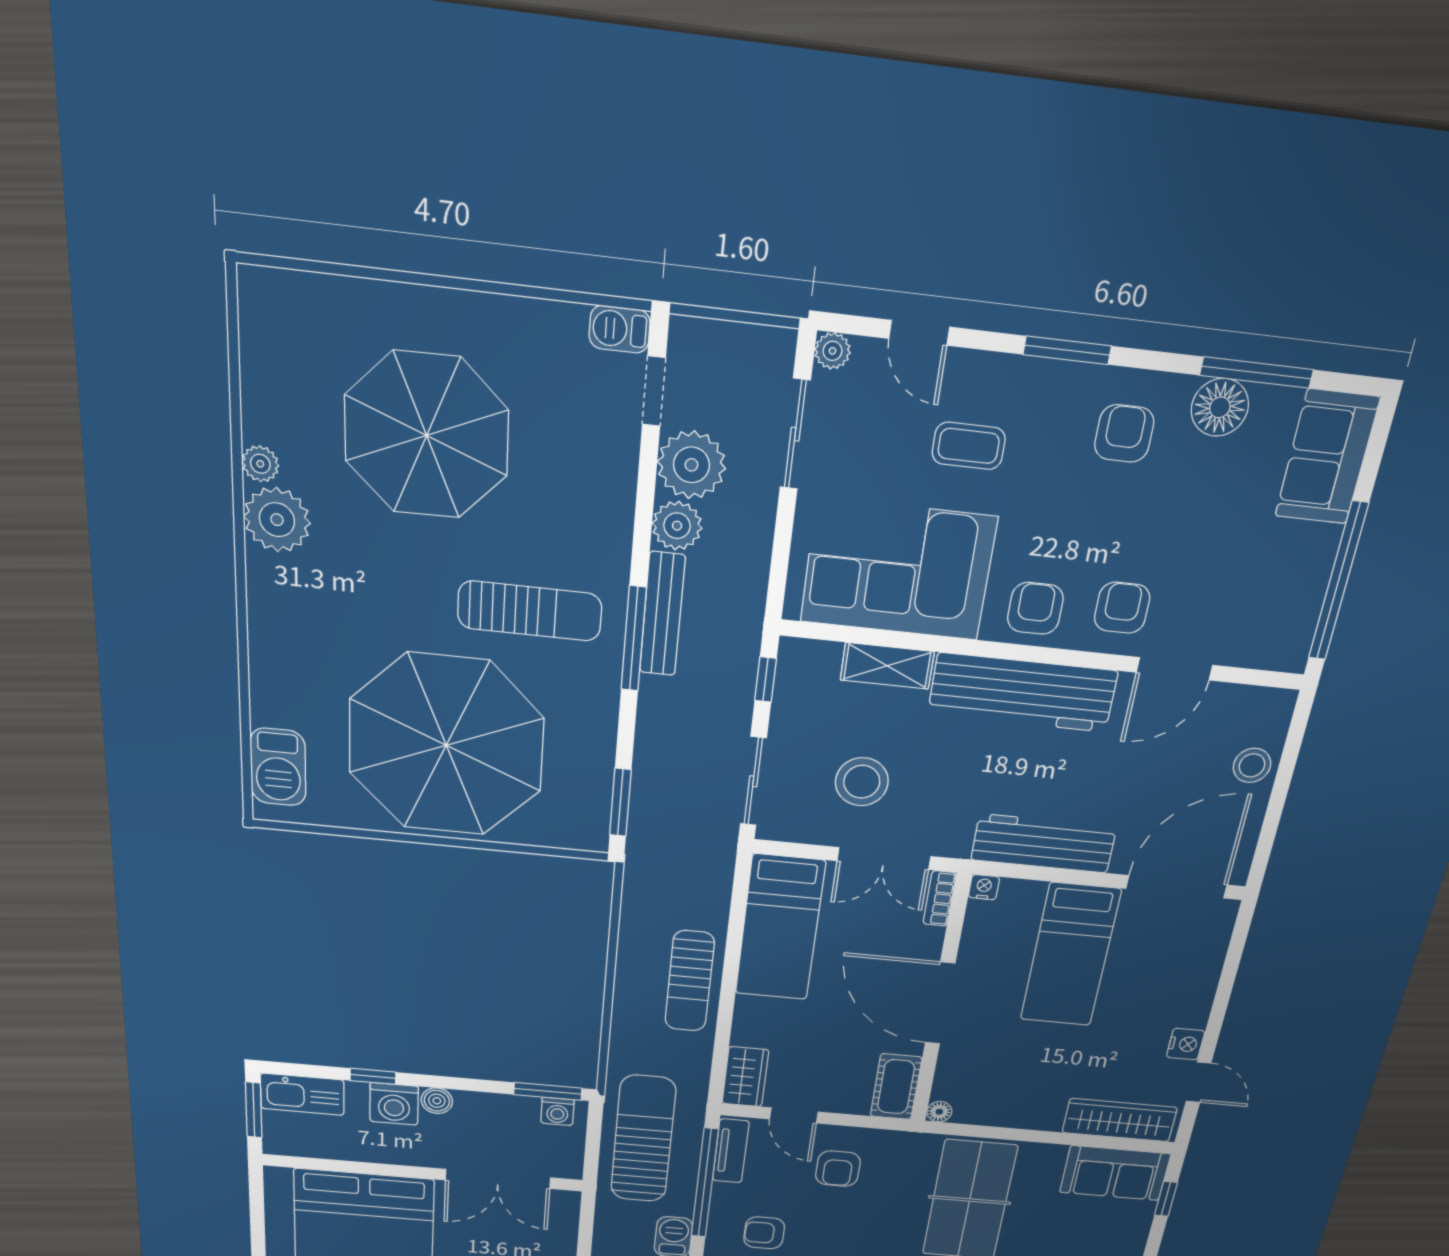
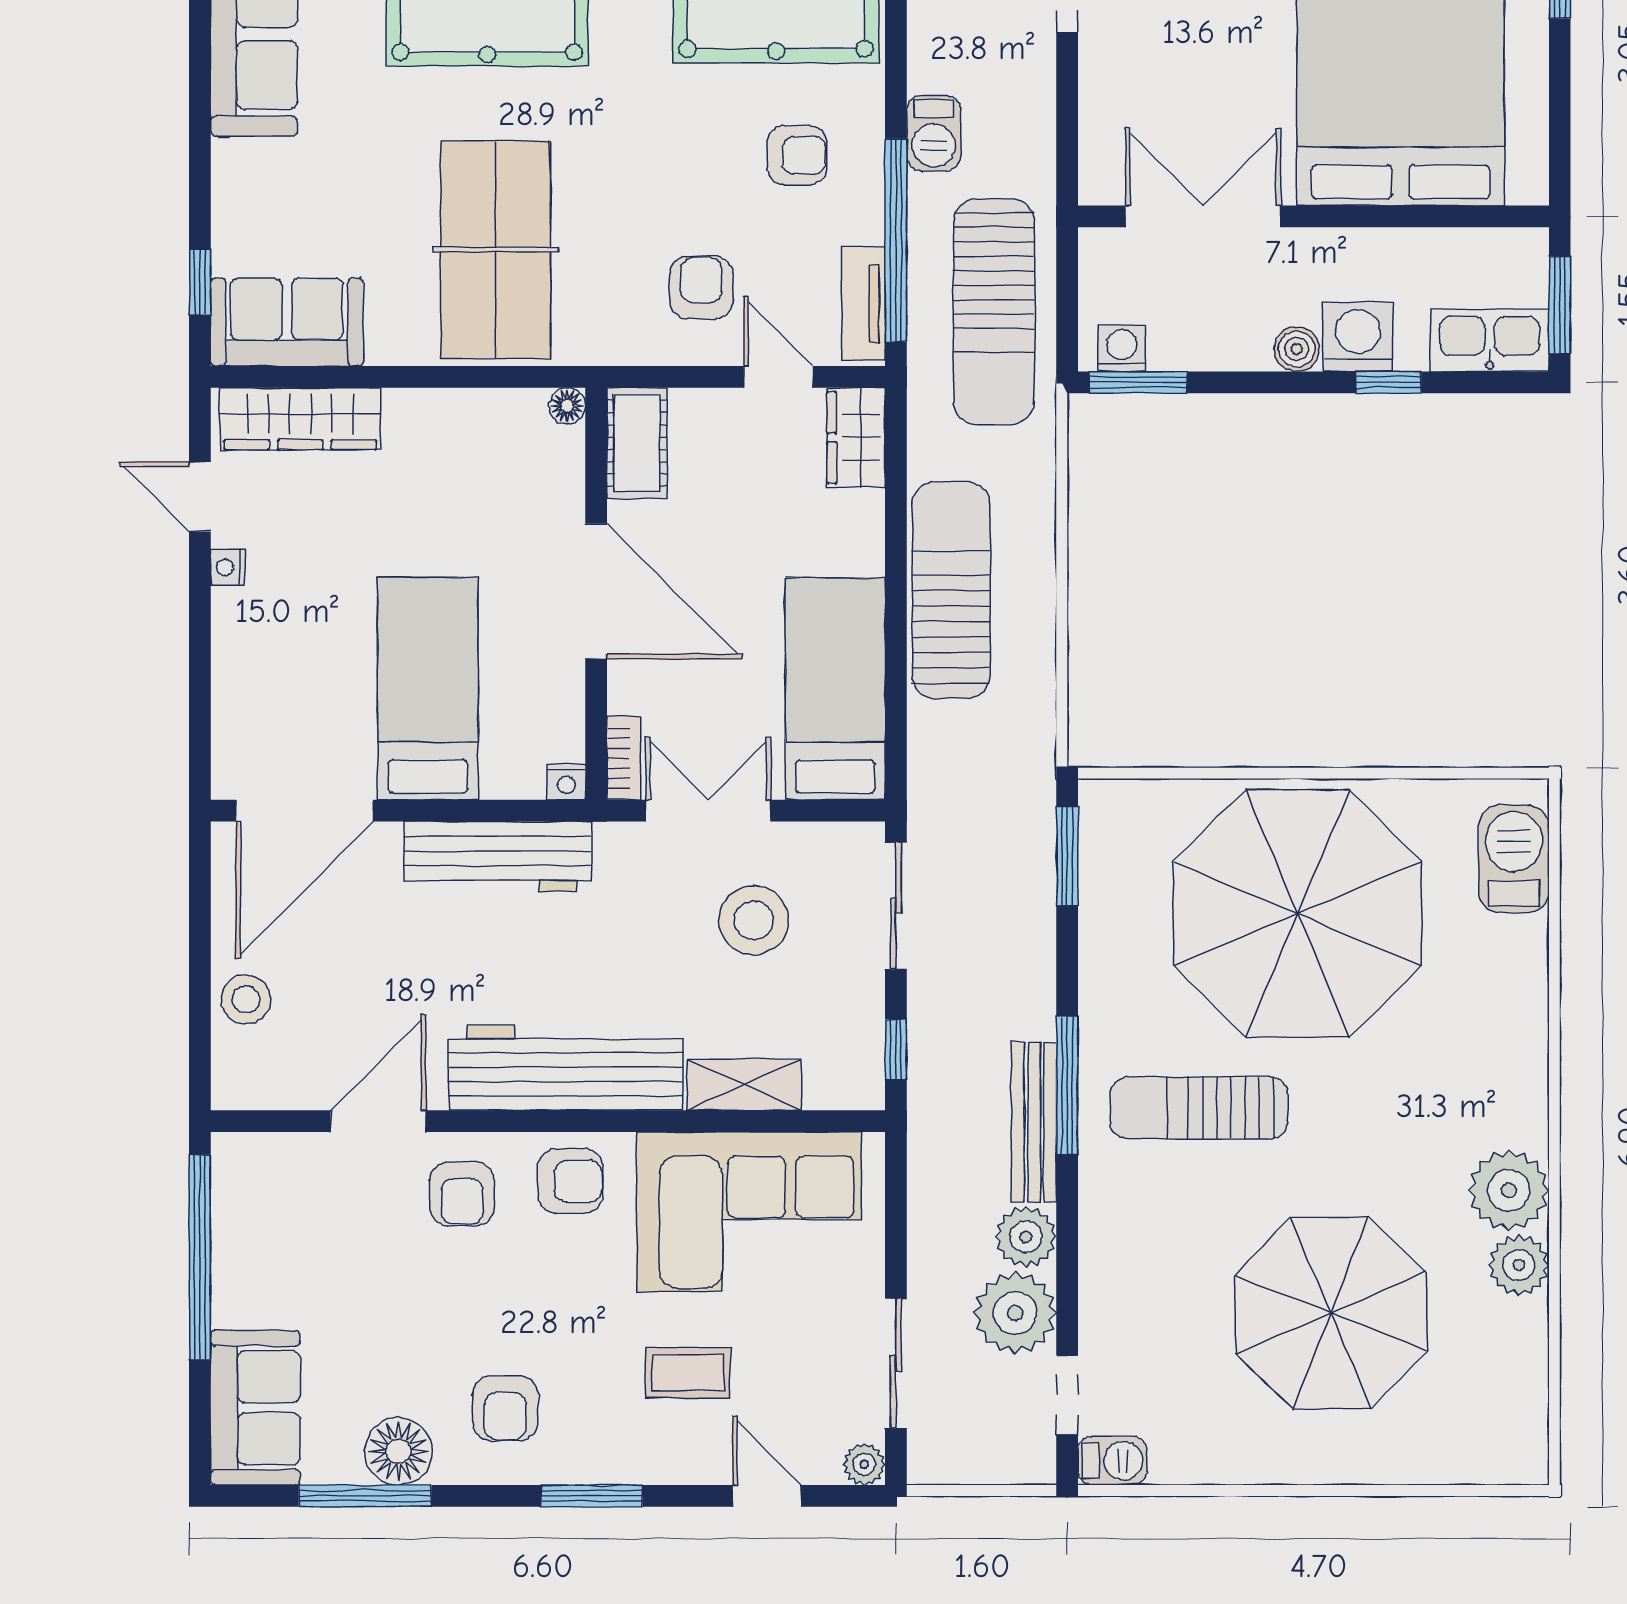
plant: (260, 464) -> (1519, 1265), width x1.38, depth x1.38
armchair: (1035, 608) -> (570, 1181), turned -90
sun lounger: (690, 981) -> (951, 590), width x1.36, depth x1.34
nightstand: (1186, 1044) -> (228, 567), width x0.72, depth x0.74

